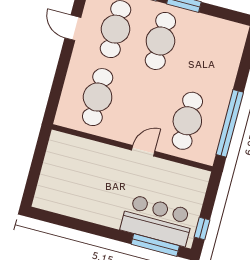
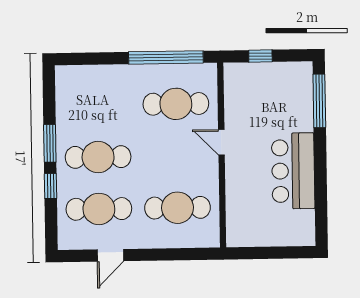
bar counter: (157, 220) -> (293, 171), moved
window: (202, 229) -> (260, 56), moved

